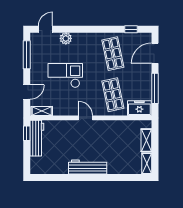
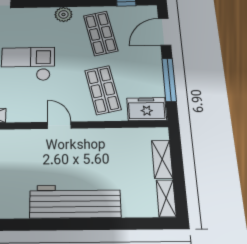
plant: (66, 38) -> (63, 14), moved
workbench: (88, 167) -> (75, 201), width x1.36, depth x1.32

